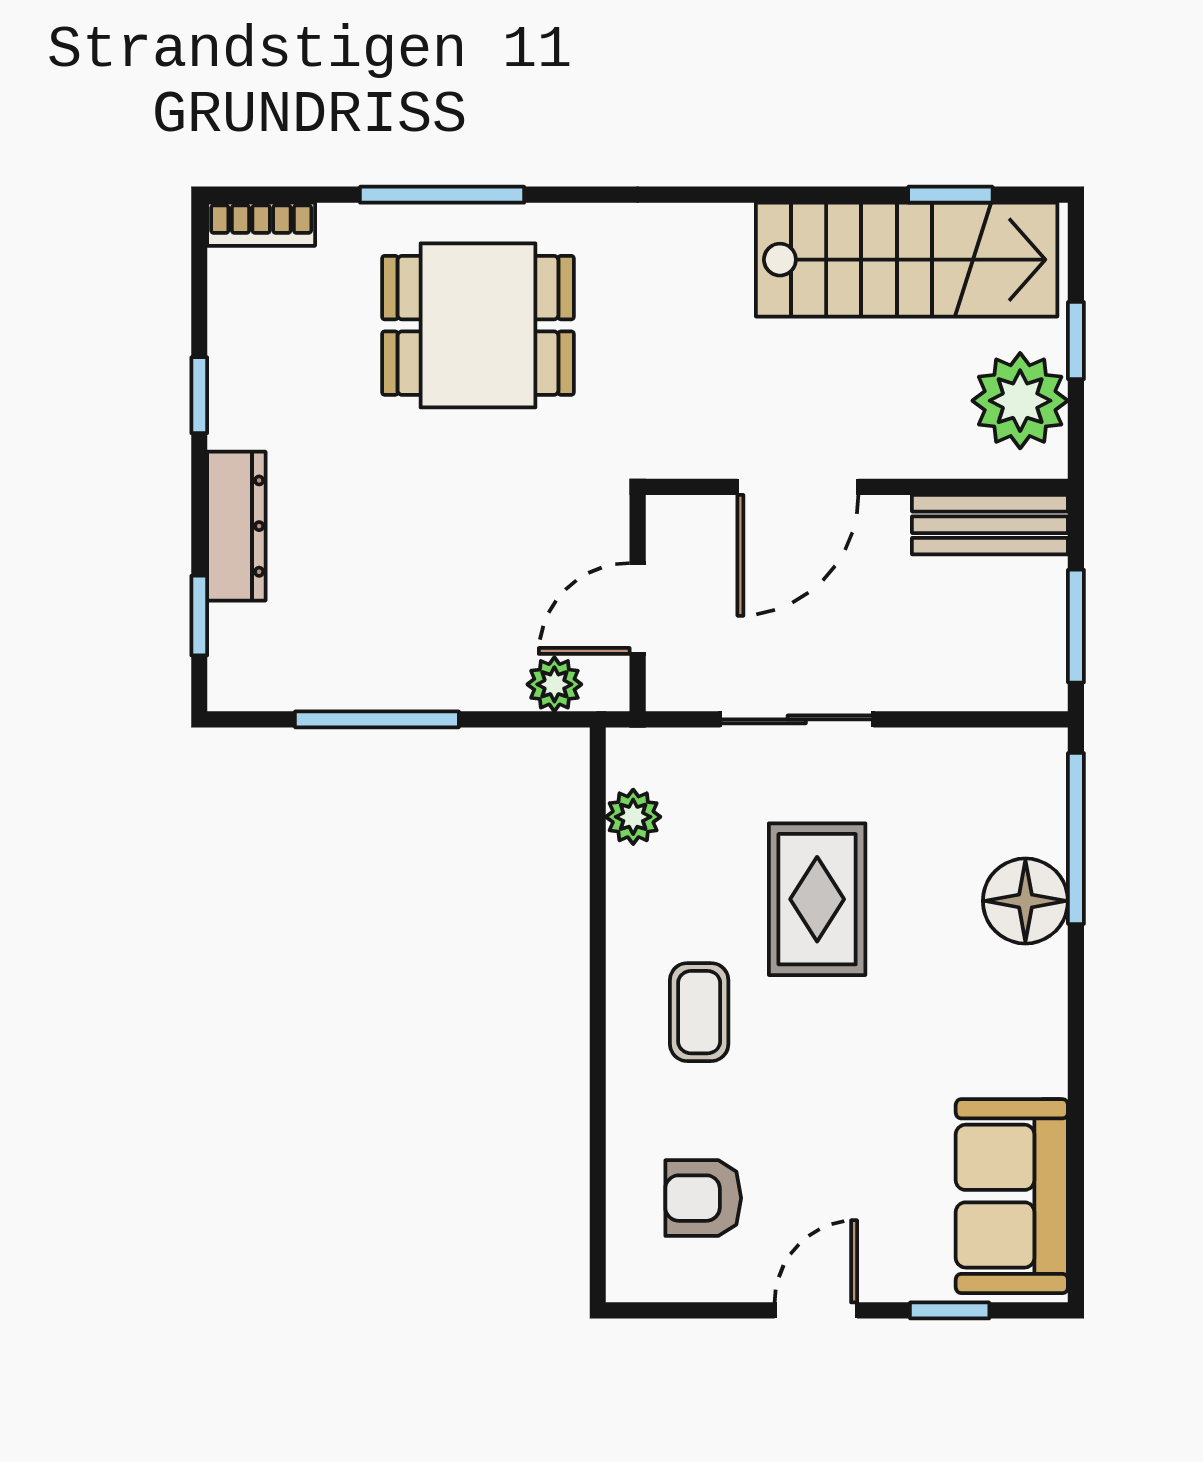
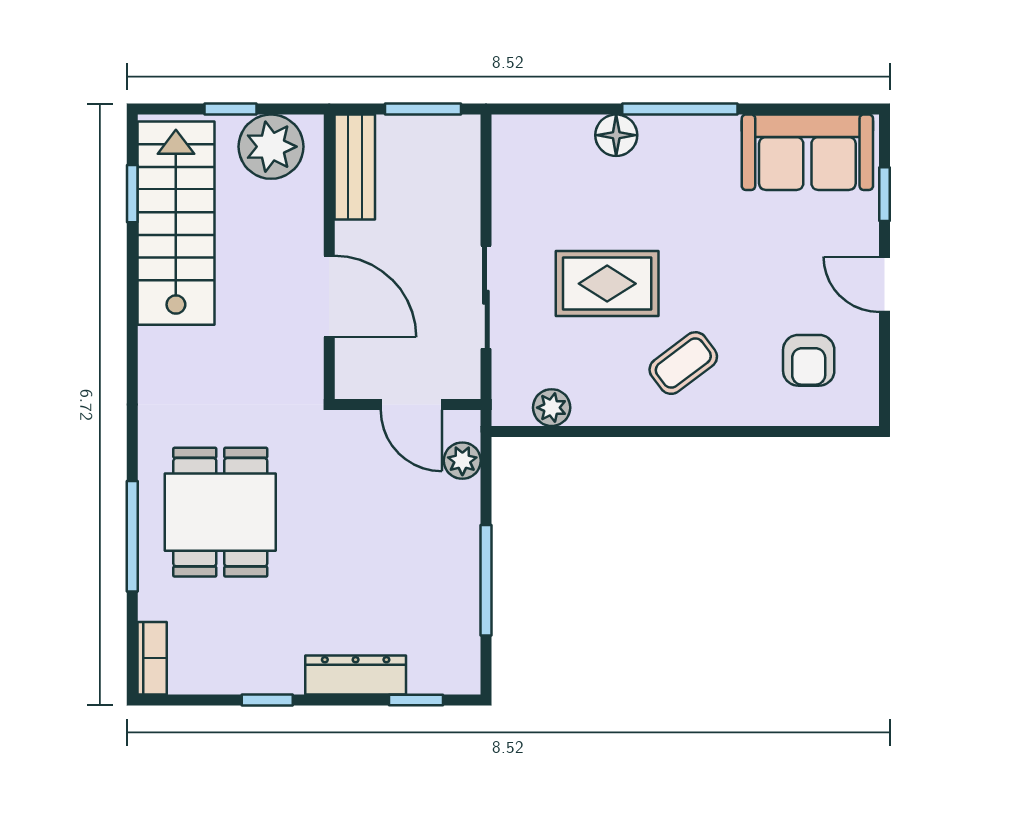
window: (1076, 839) -> (680, 109), moved
floor lamp: (1025, 901) -> (616, 135), width x0.73, depth x0.73
coffee table: (699, 1012) -> (683, 363), turned -37

